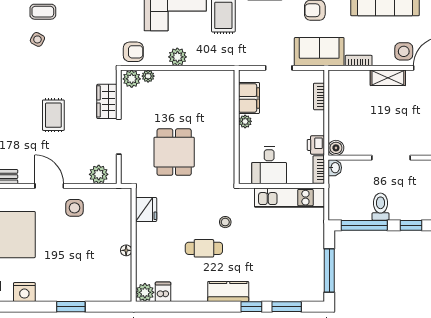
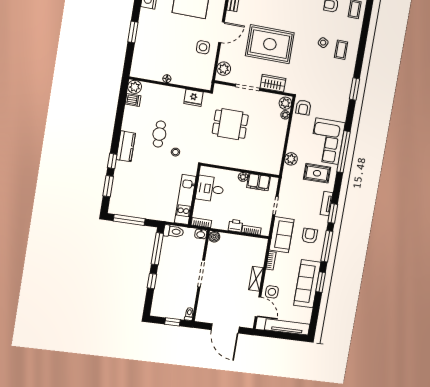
plant: (177, 57) -> (291, 159), moved
rug: (53, 115) -> (270, 44), width x1.86, depth x2.06
printer: (316, 145) -> (235, 226), moved
toilet: (381, 207) -> (173, 231), moved

